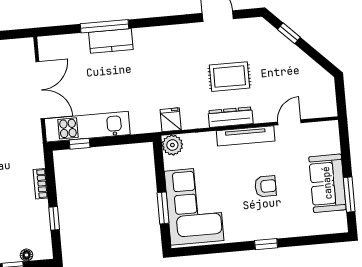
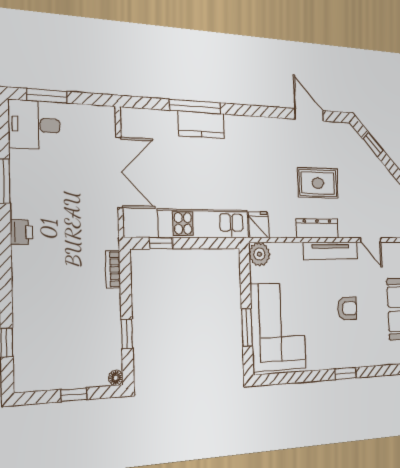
door: (289, 122) -> (371, 240), swing flipped
kitchen unit: (87, 127) -> (204, 224), moved
bookcase: (40, 184) -> (113, 269), moved
floor lamp: (26, 255) -> (116, 378), moved

